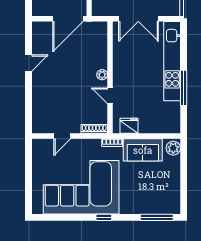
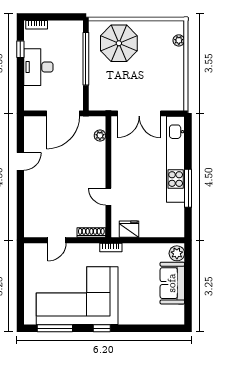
plant: (102, 75) -> (100, 135), moved
sofa: (143, 150) -> (172, 283), moved, turned 90
window: (157, 217) -> (55, 328), moved

